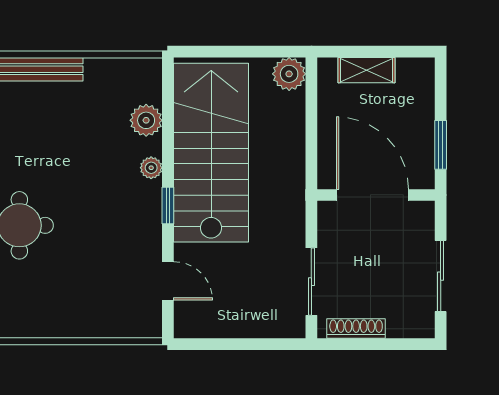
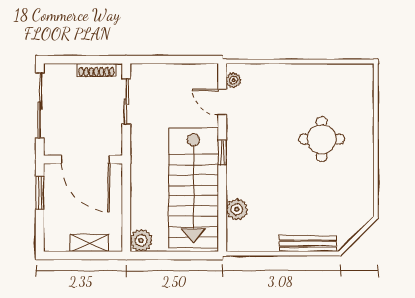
plant: (151, 168) -> (233, 80), moved
sliding door: (441, 276) -> (40, 105), width x1.37

